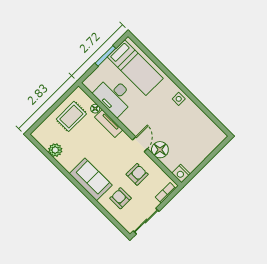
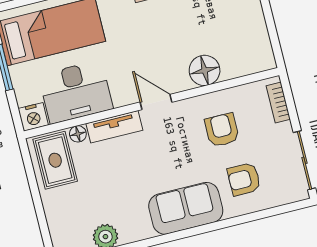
rug: (71, 116) -> (55, 160), moved
door: (140, 144) -> (156, 102), moved
nightstand: (181, 174) -> (33, 117), moved

